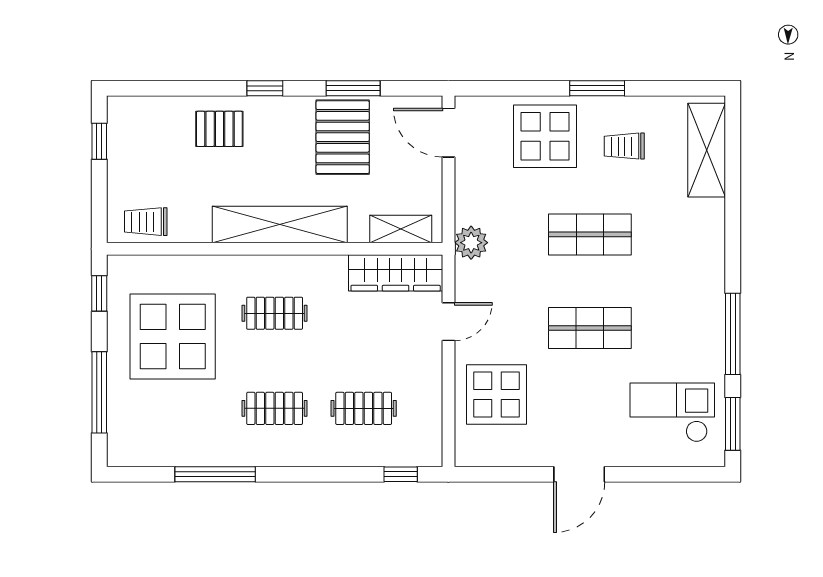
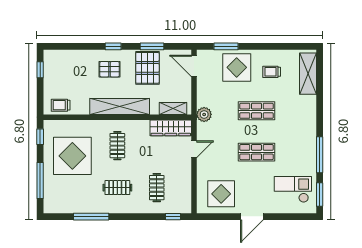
window: (597, 88) -> (226, 46), moved
pallet: (219, 129) -> (110, 69), moved
clothes rail: (275, 313) -> (117, 146), turned 90
display table: (497, 394) -> (221, 194), moved
clothes rail: (364, 408) -> (157, 188), turned 90

